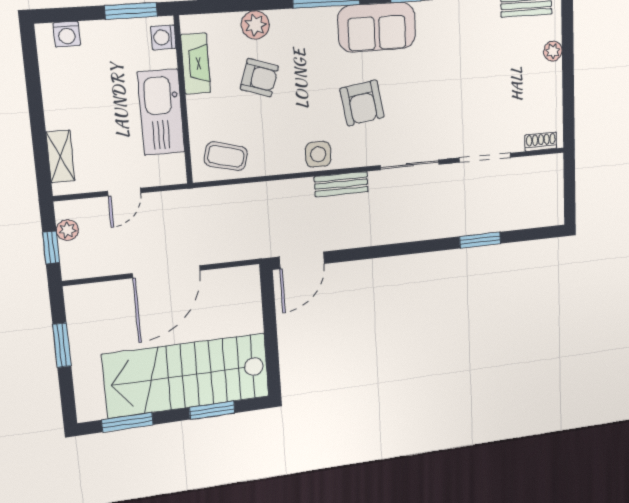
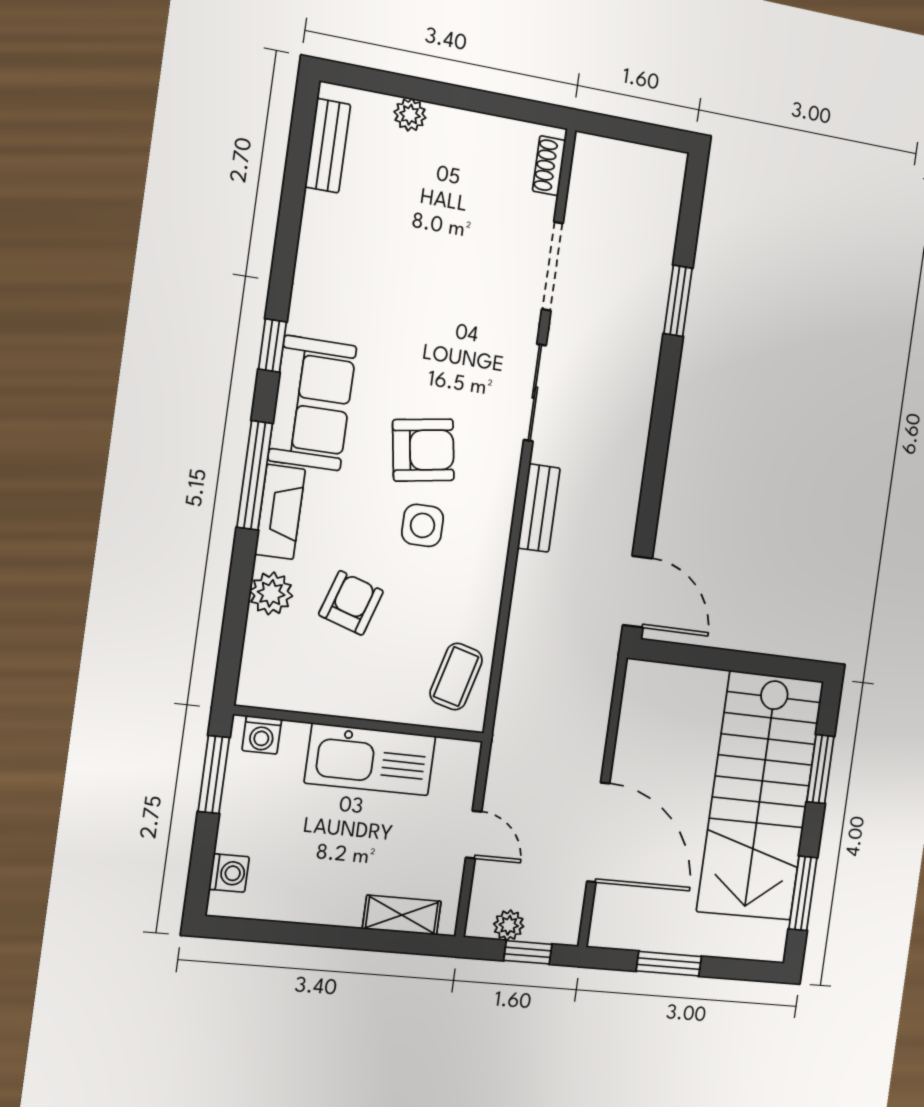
fireplace: (196, 64) -> (280, 512), moved, turned 90
side table: (318, 154) -> (423, 525), moved
door: (166, 272) -> (598, 832), moved

